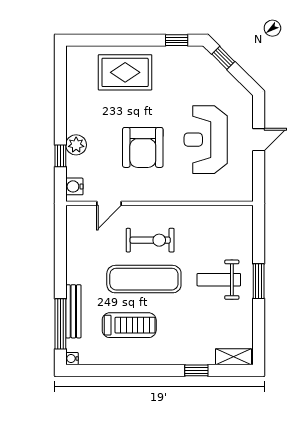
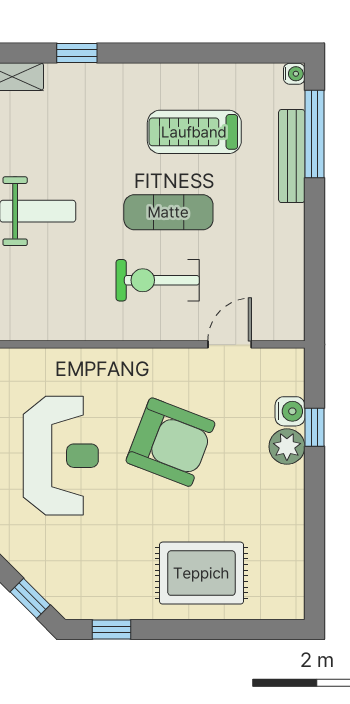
armchair: (143, 147) -> (170, 442), turned 111
water cooler: (74, 186) -> (290, 411), moved
exercise mat: (144, 279) -> (168, 212), width x0.73, depth x0.69

